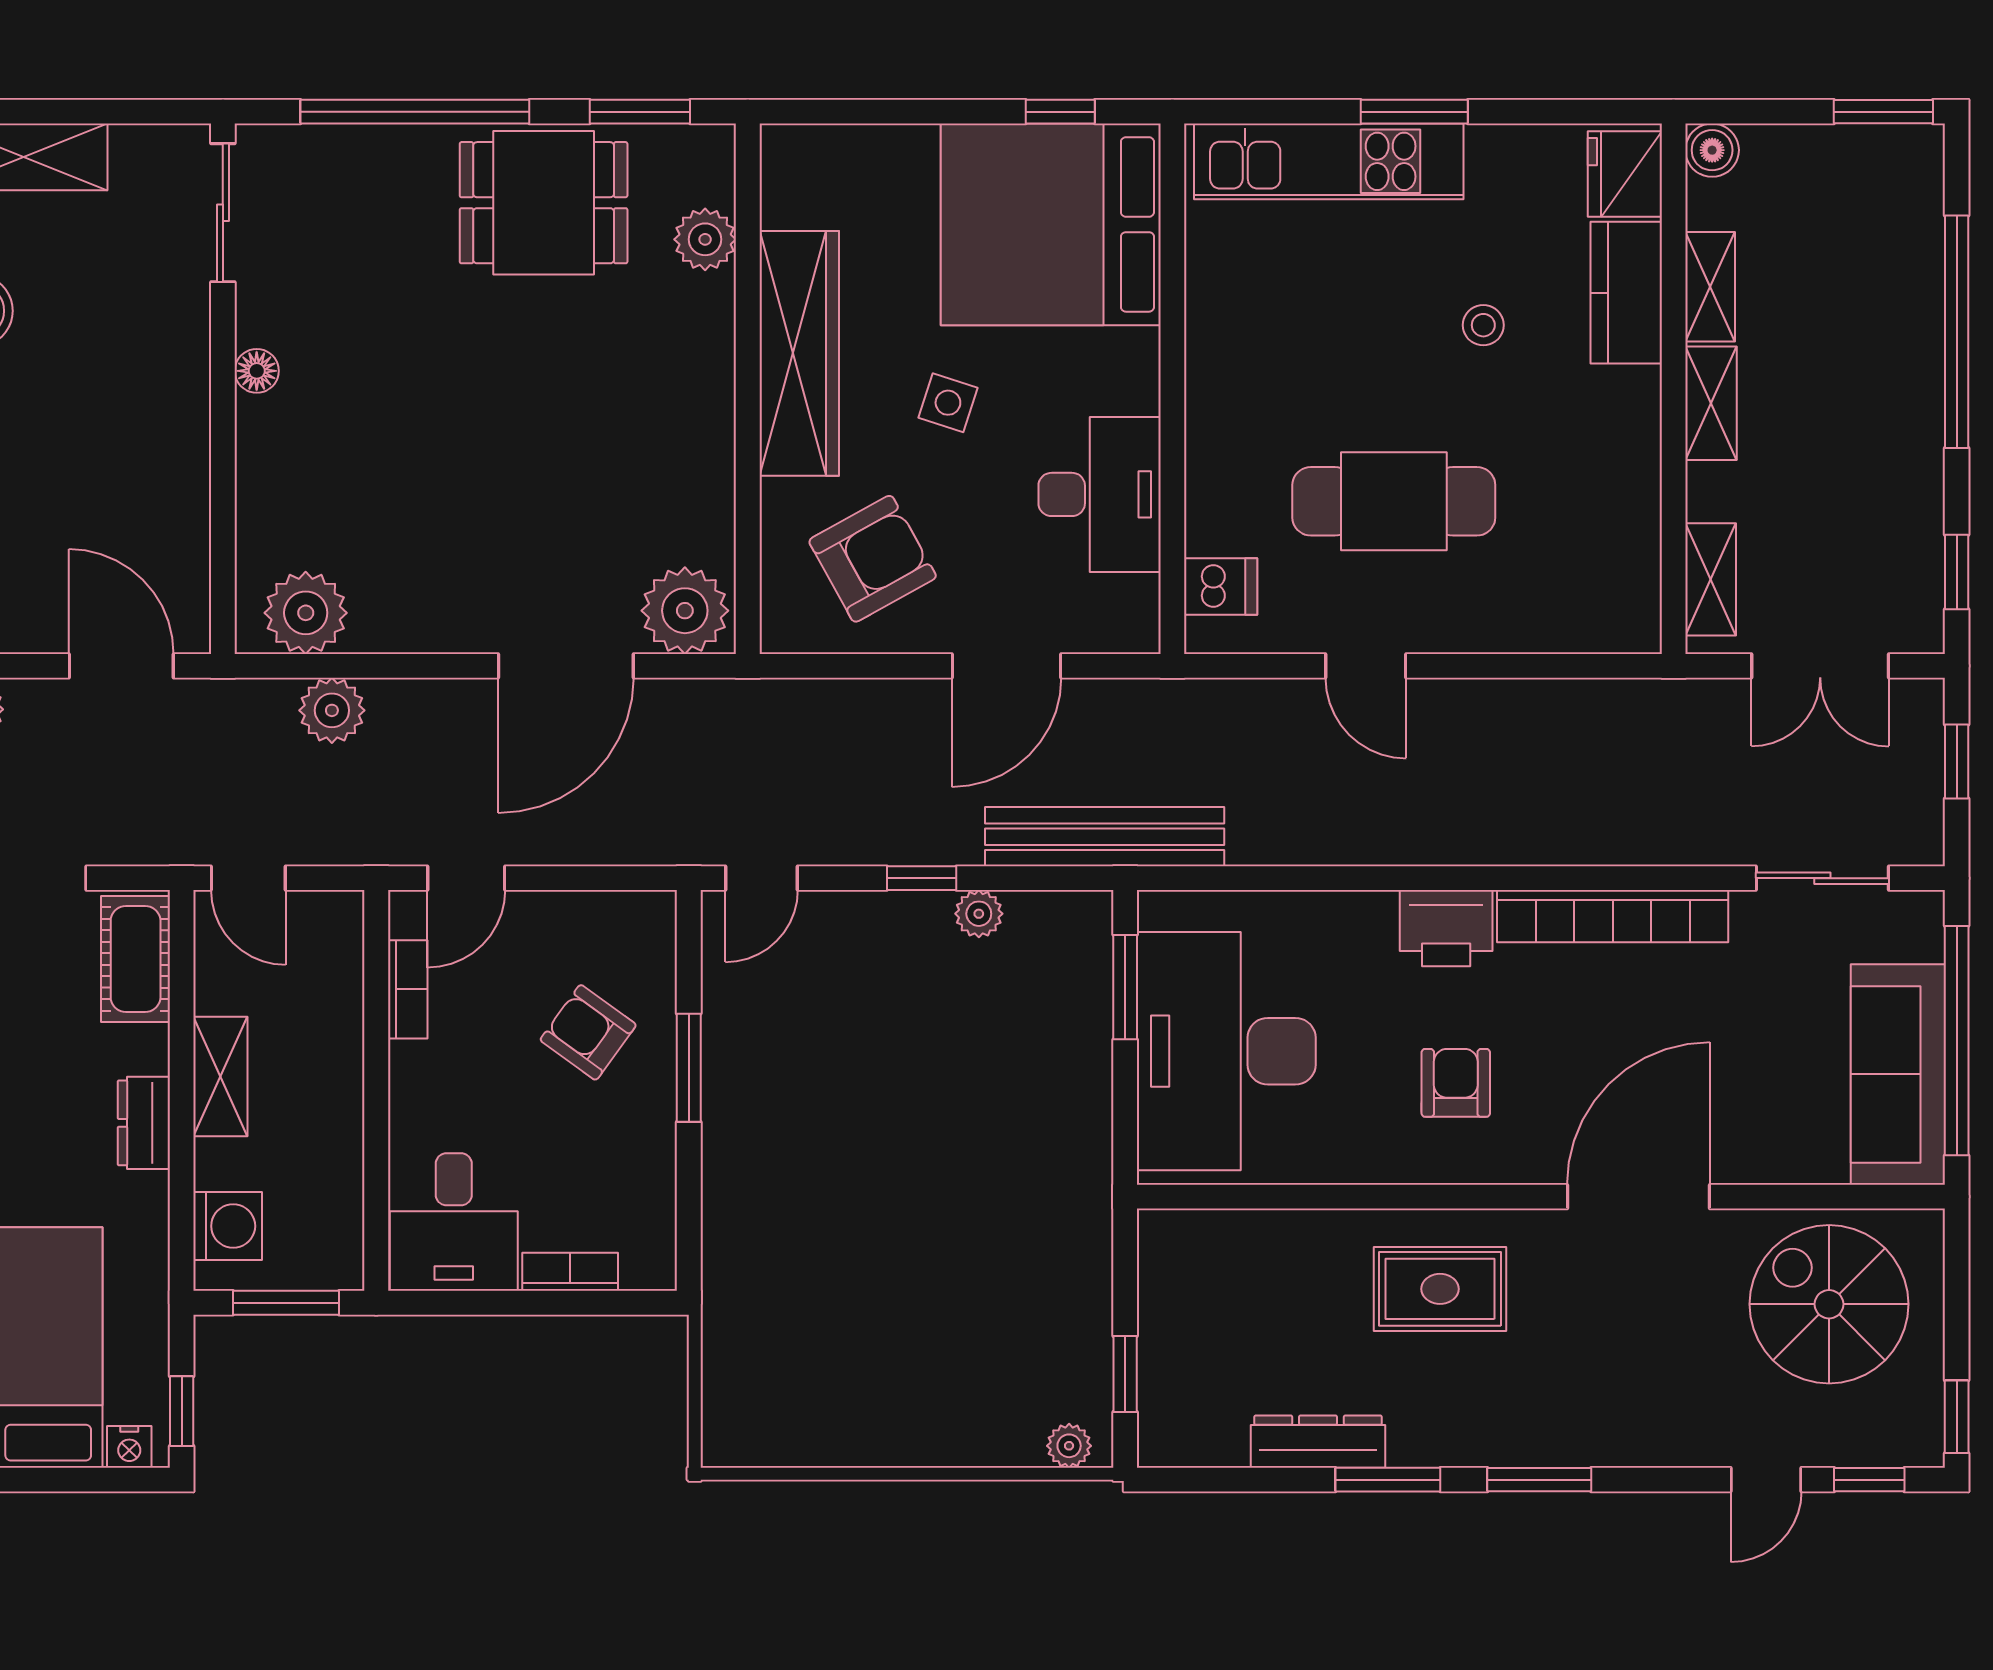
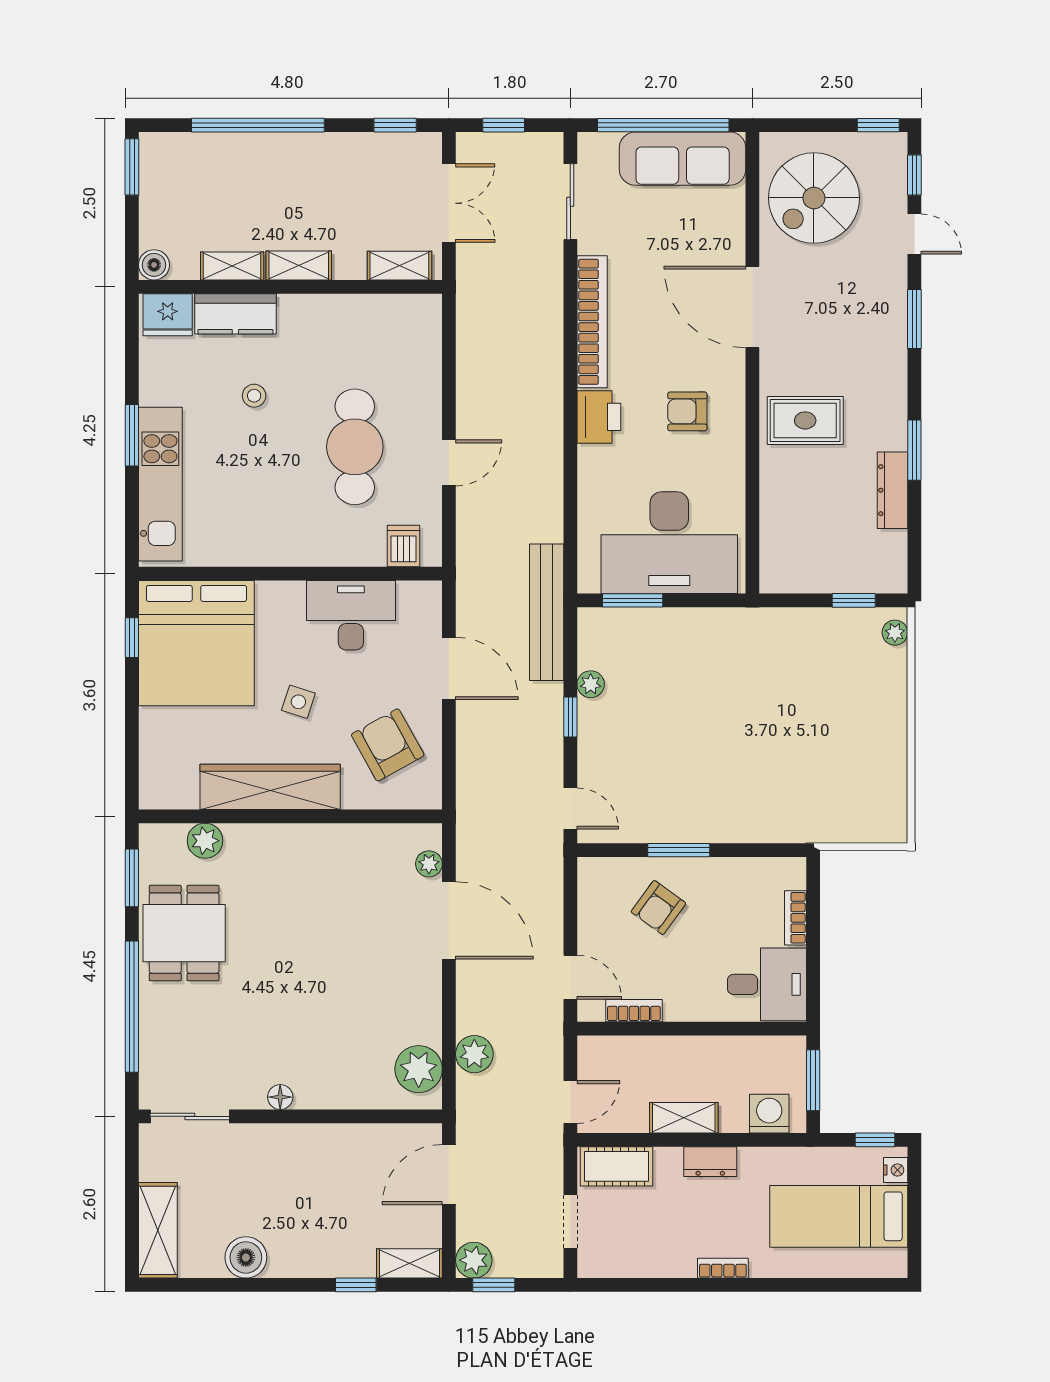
plant: (685, 611) -> (429, 864), width x0.53, depth x0.53
rug: (1440, 1289) -> (805, 420), turned 90
window: (1539, 1480) -> (914, 319), moved

